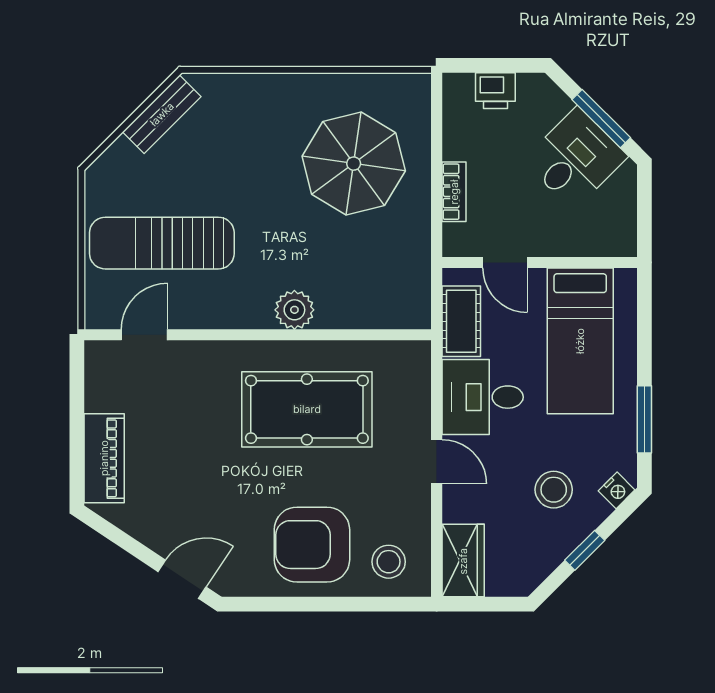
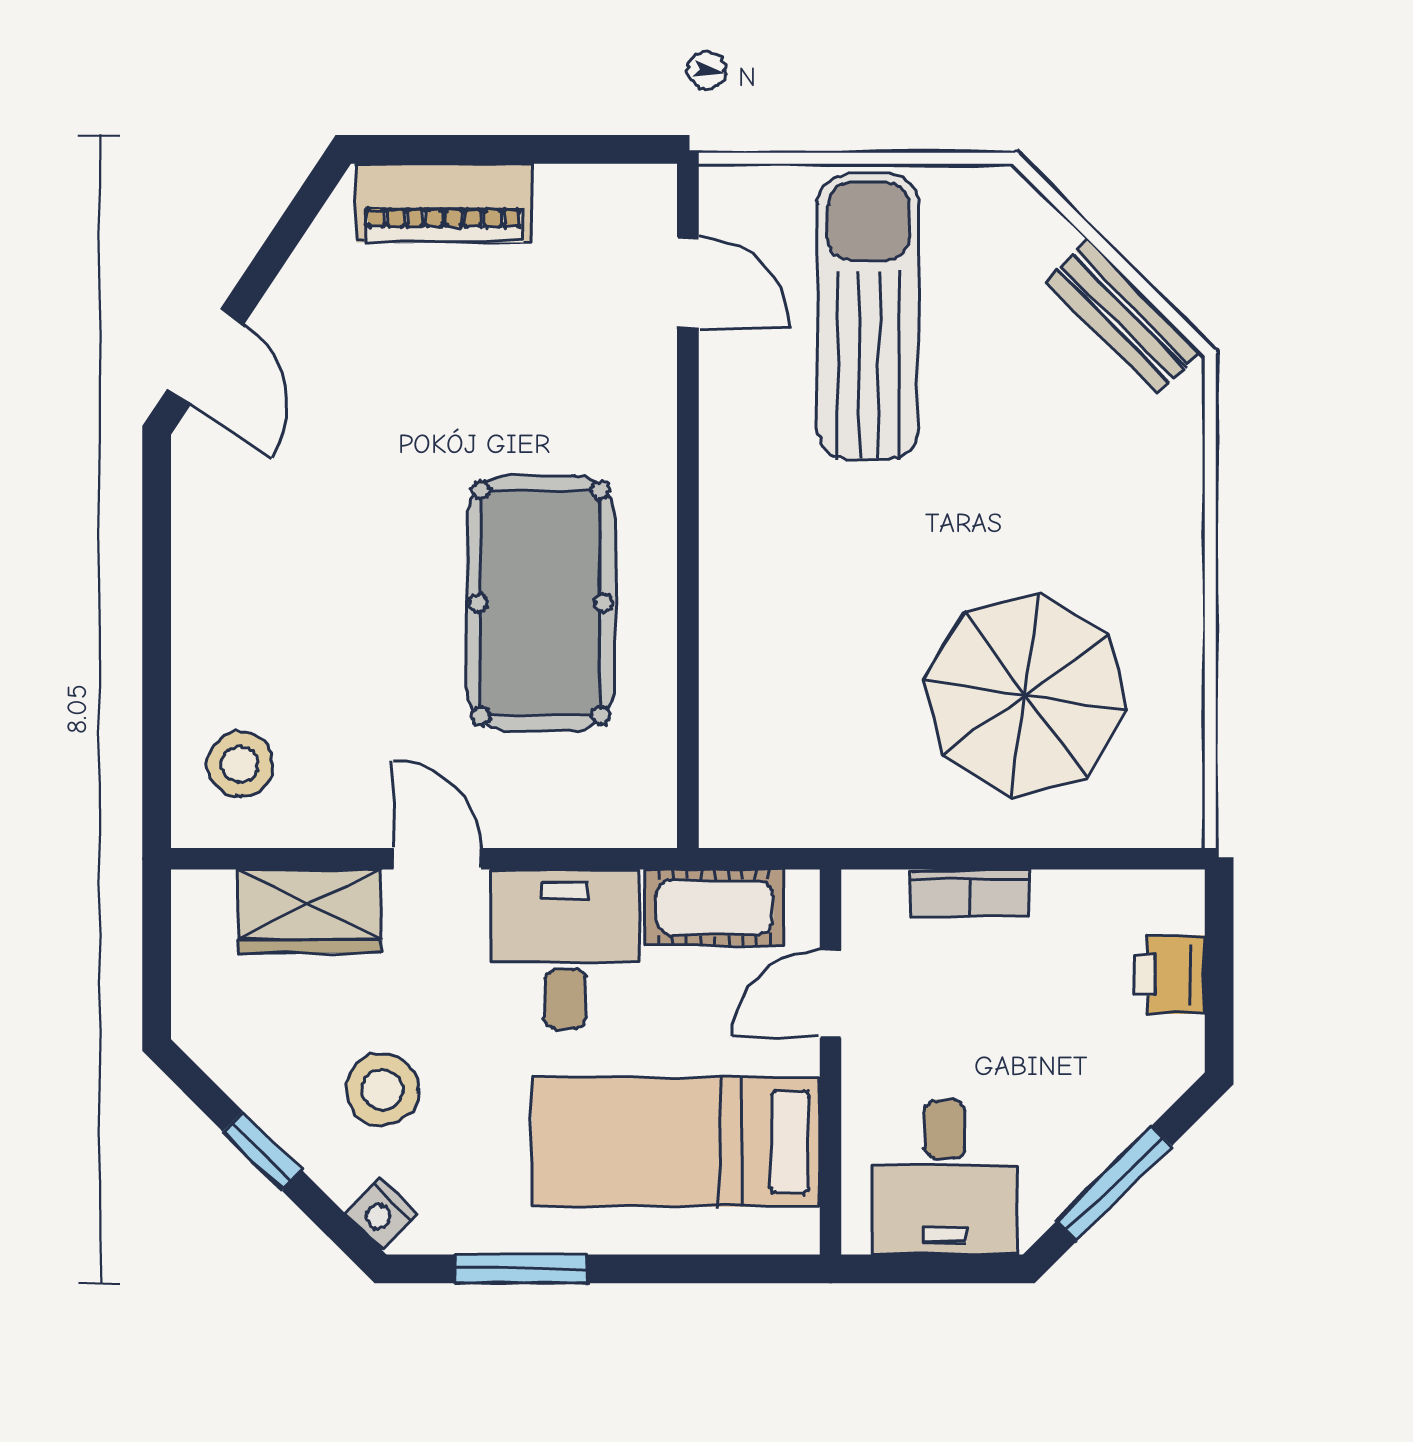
desk: (575, 158) -> (945, 1177), moved, turned 45
plant: (294, 310) -> (737, 578), removed
door: (437, 462) -> (437, 859), swing flipped
armchair: (312, 545) -> (274, 613), removed
wardrobe: (463, 561) -> (310, 911), moved

